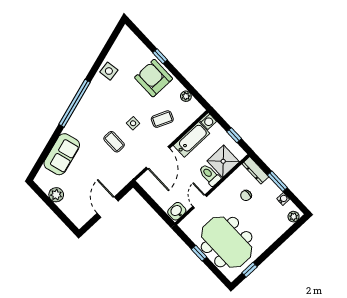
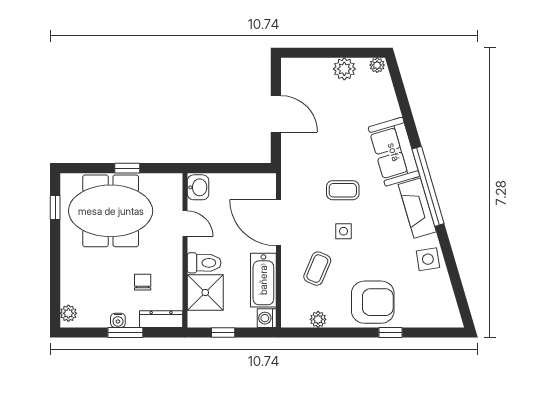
fireplace: (90, 99) -> (417, 208), added
sofa: (62, 154) -> (394, 152), moved
plant: (40, 181) -> (377, 65), added
water cooler: (283, 199) -> (118, 320), moved

